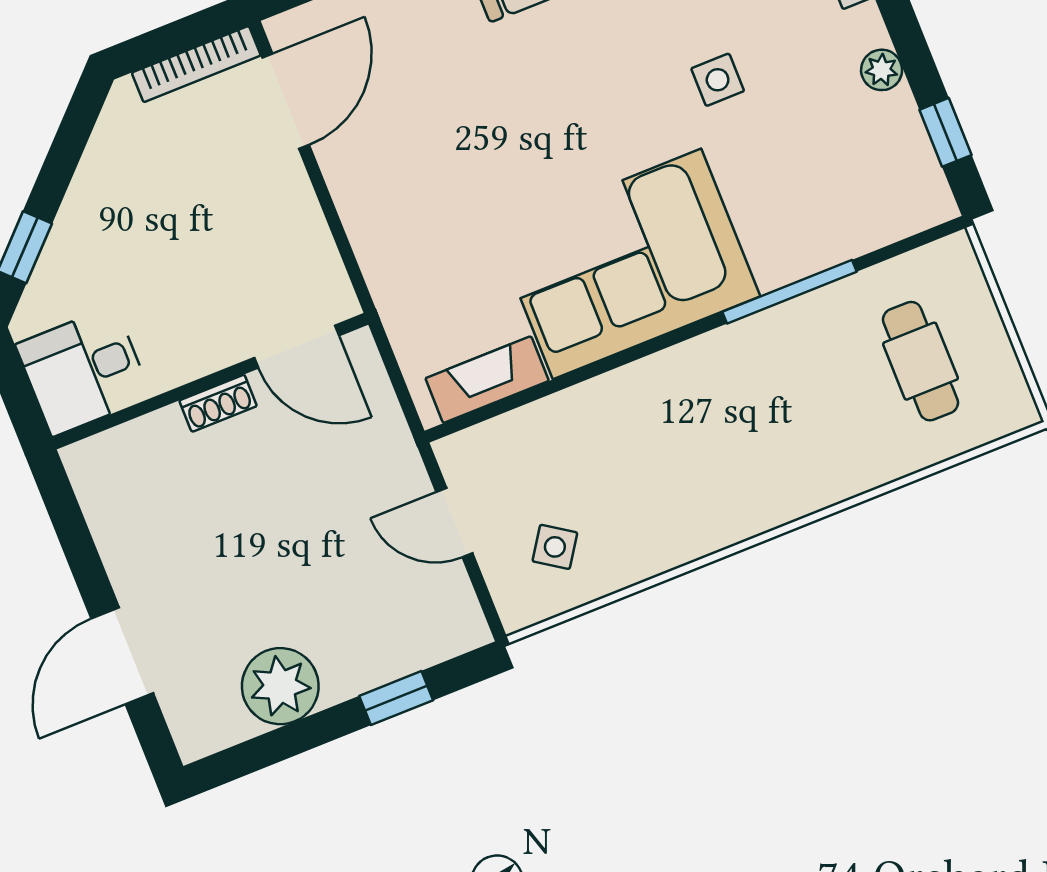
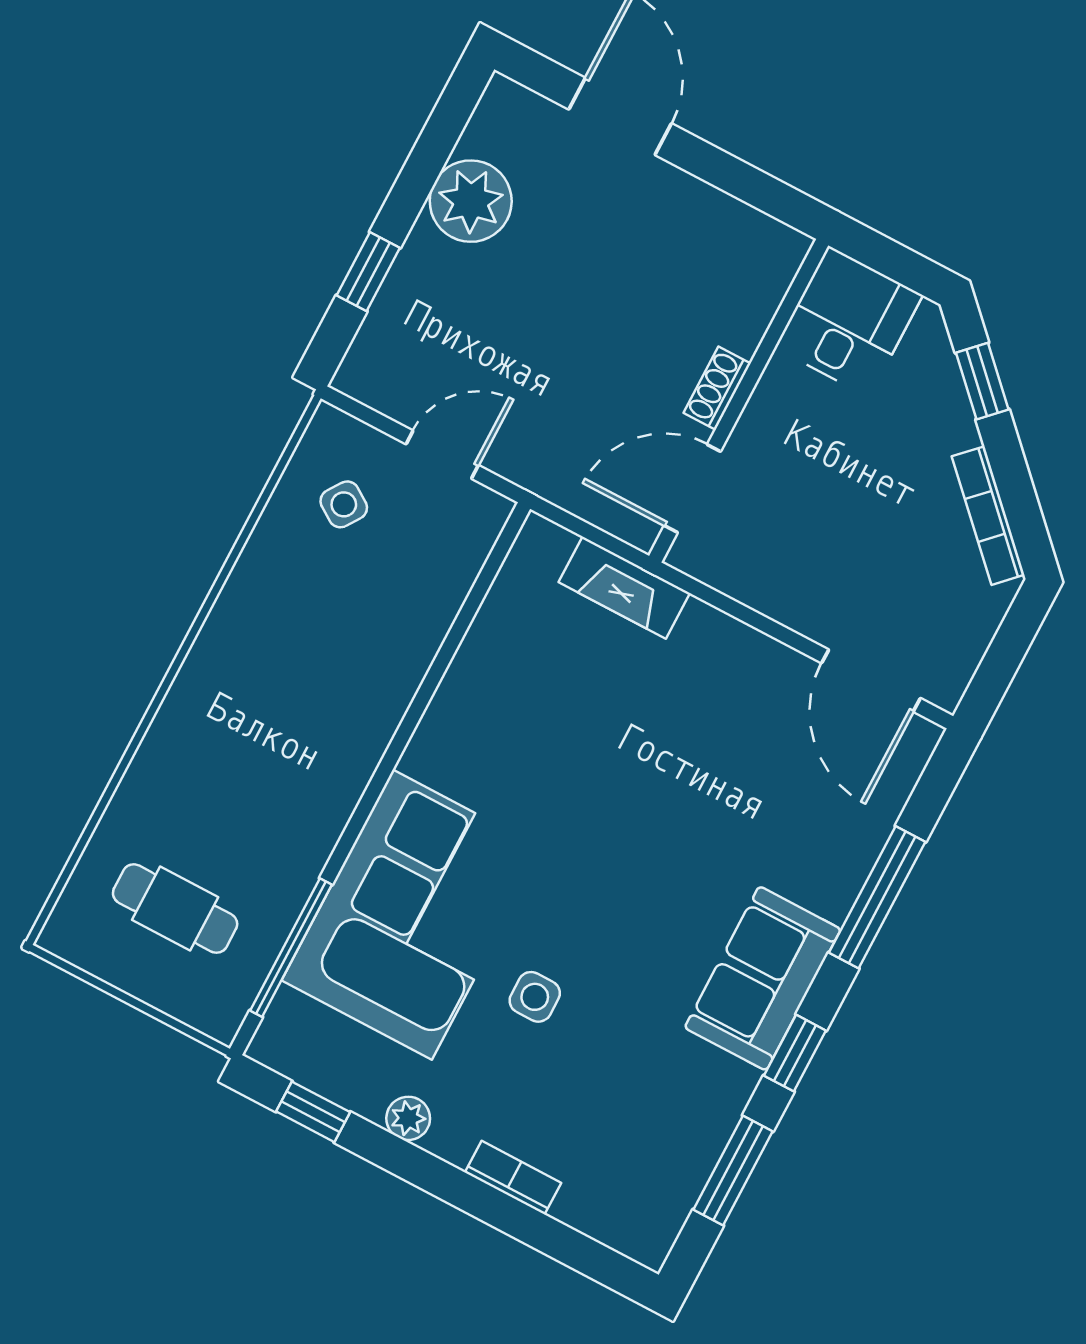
bookcase: (196, 64) -> (988, 516), moved, turned -45
corner sofa: (627, 264) -> (412, 915), moved
window: (789, 292) -> (291, 948), moved
fireplace: (487, 380) -> (624, 588), moved, turned 90

